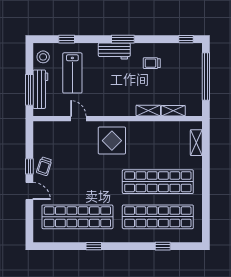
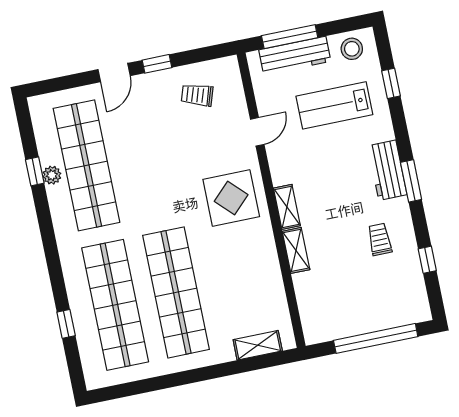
window: (186, 39) -> (427, 260), moved
shelving: (173, 111) -> (287, 207), moved
trolley: (44, 166) -> (197, 95), moved
plant: (79, 237) -> (52, 175), added
window: (94, 246) -> (35, 171), moved

